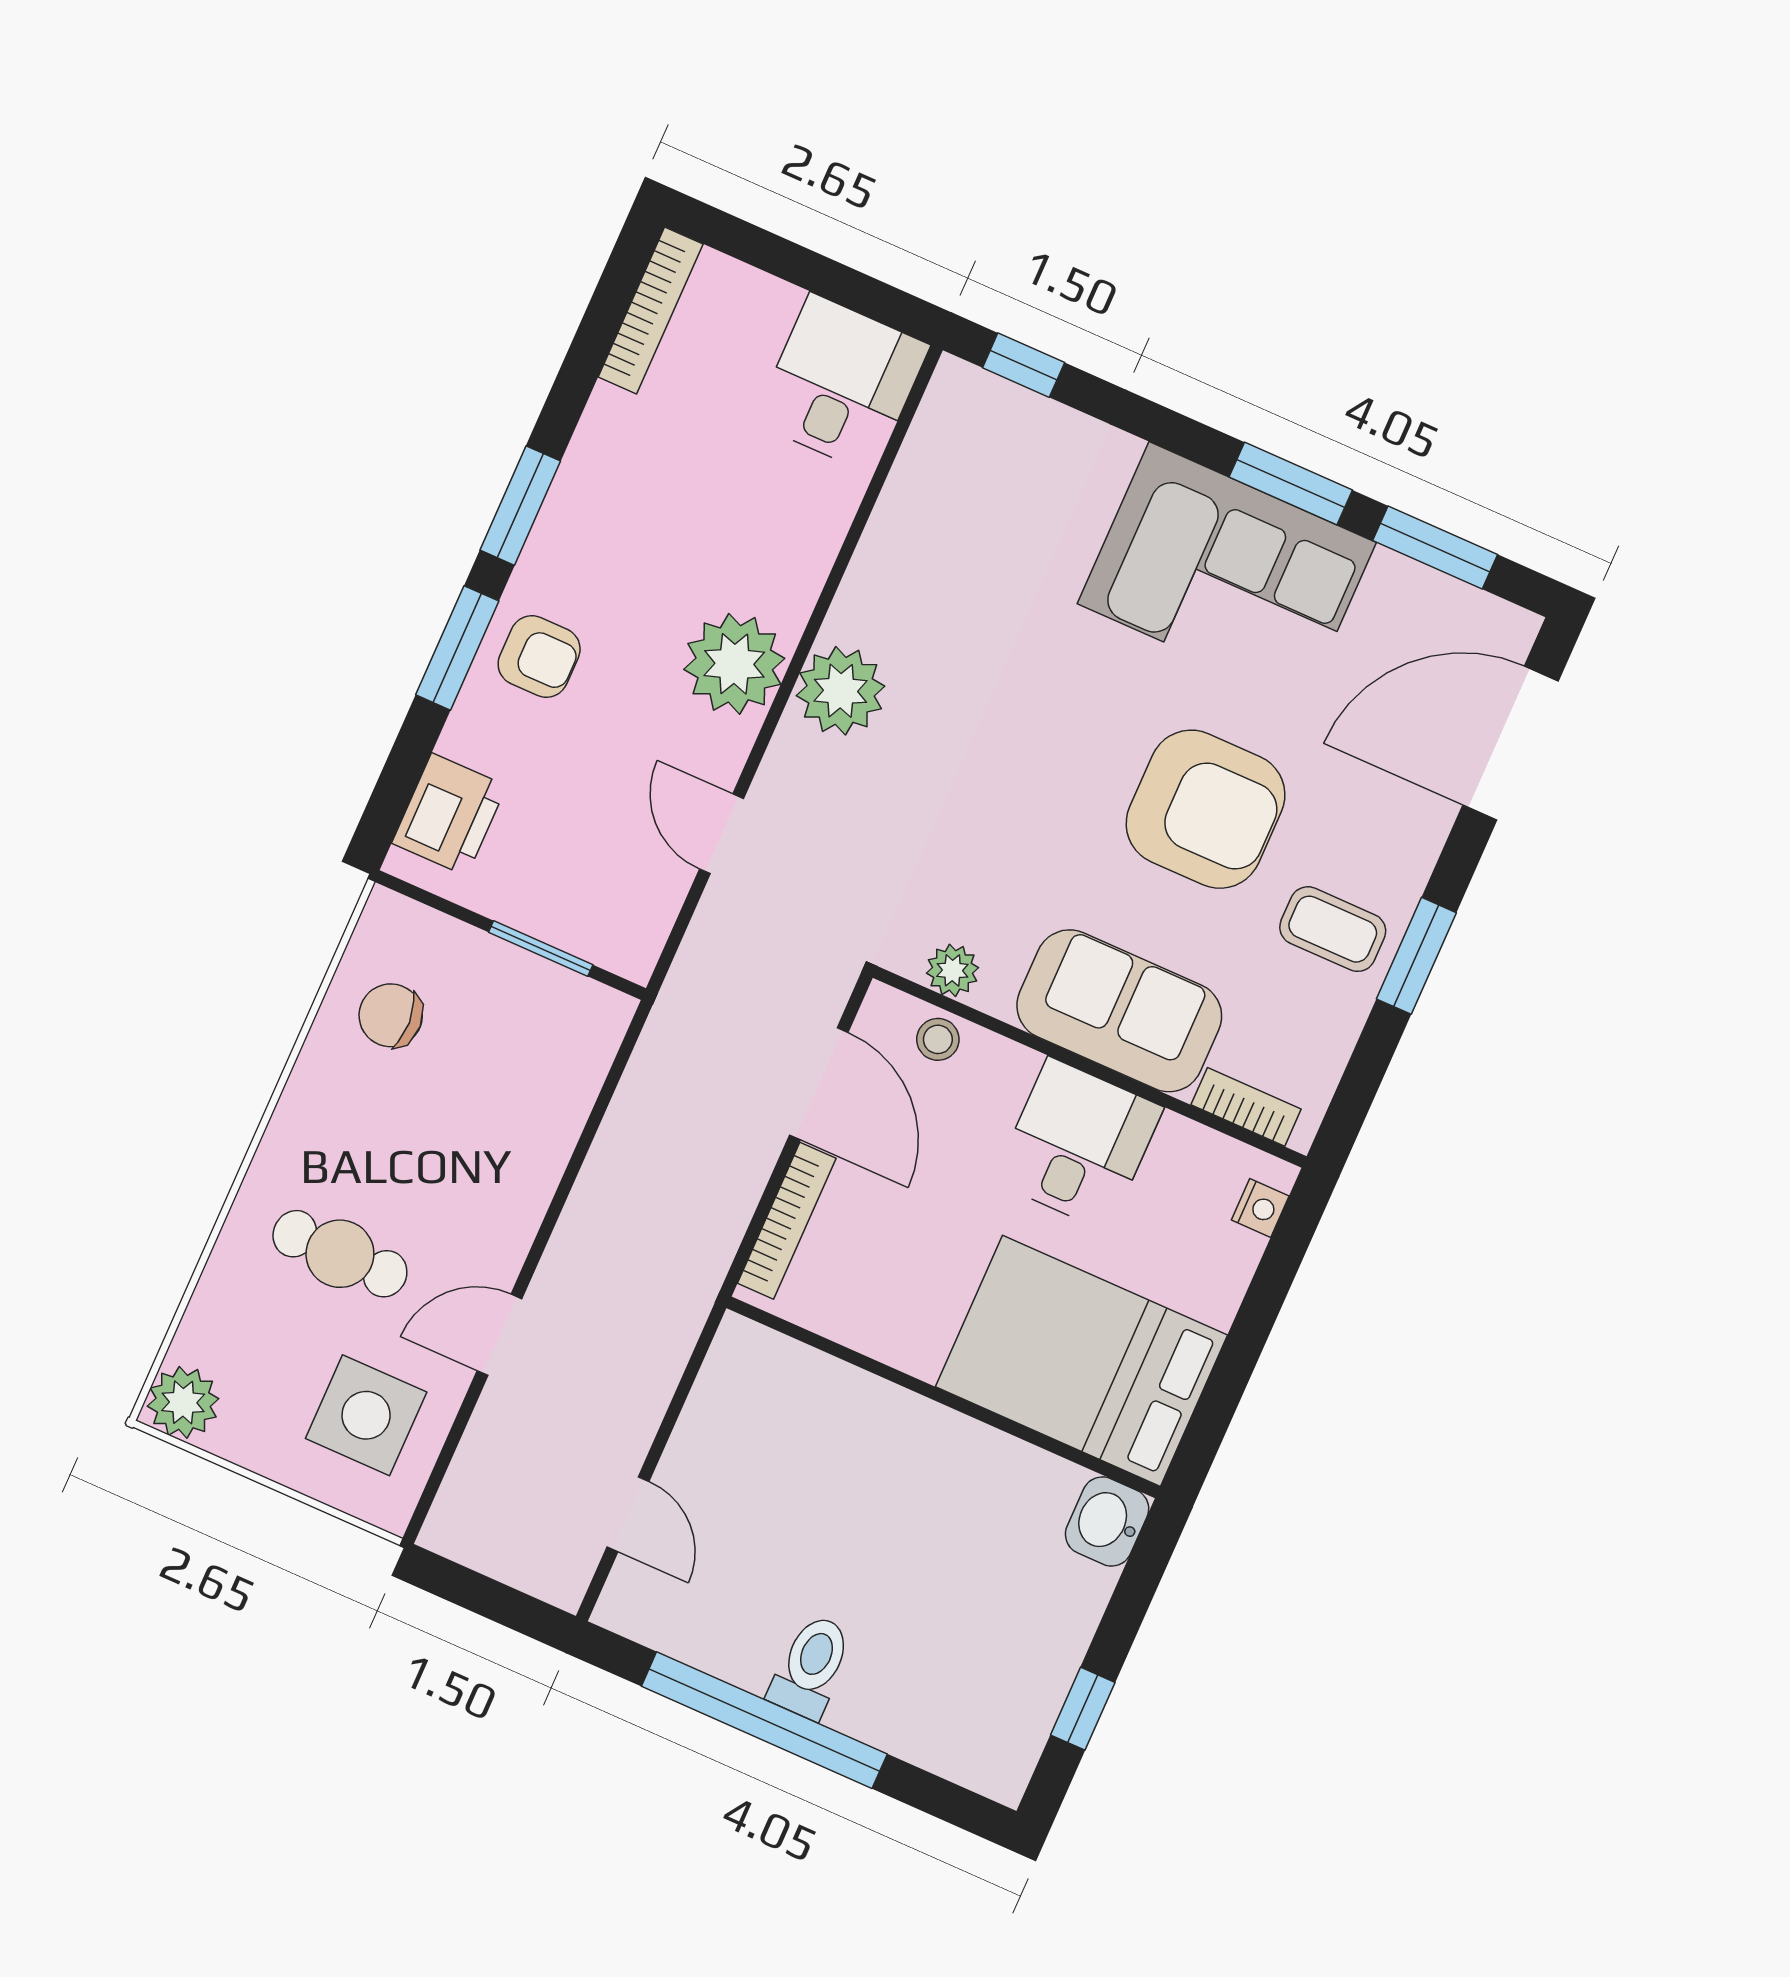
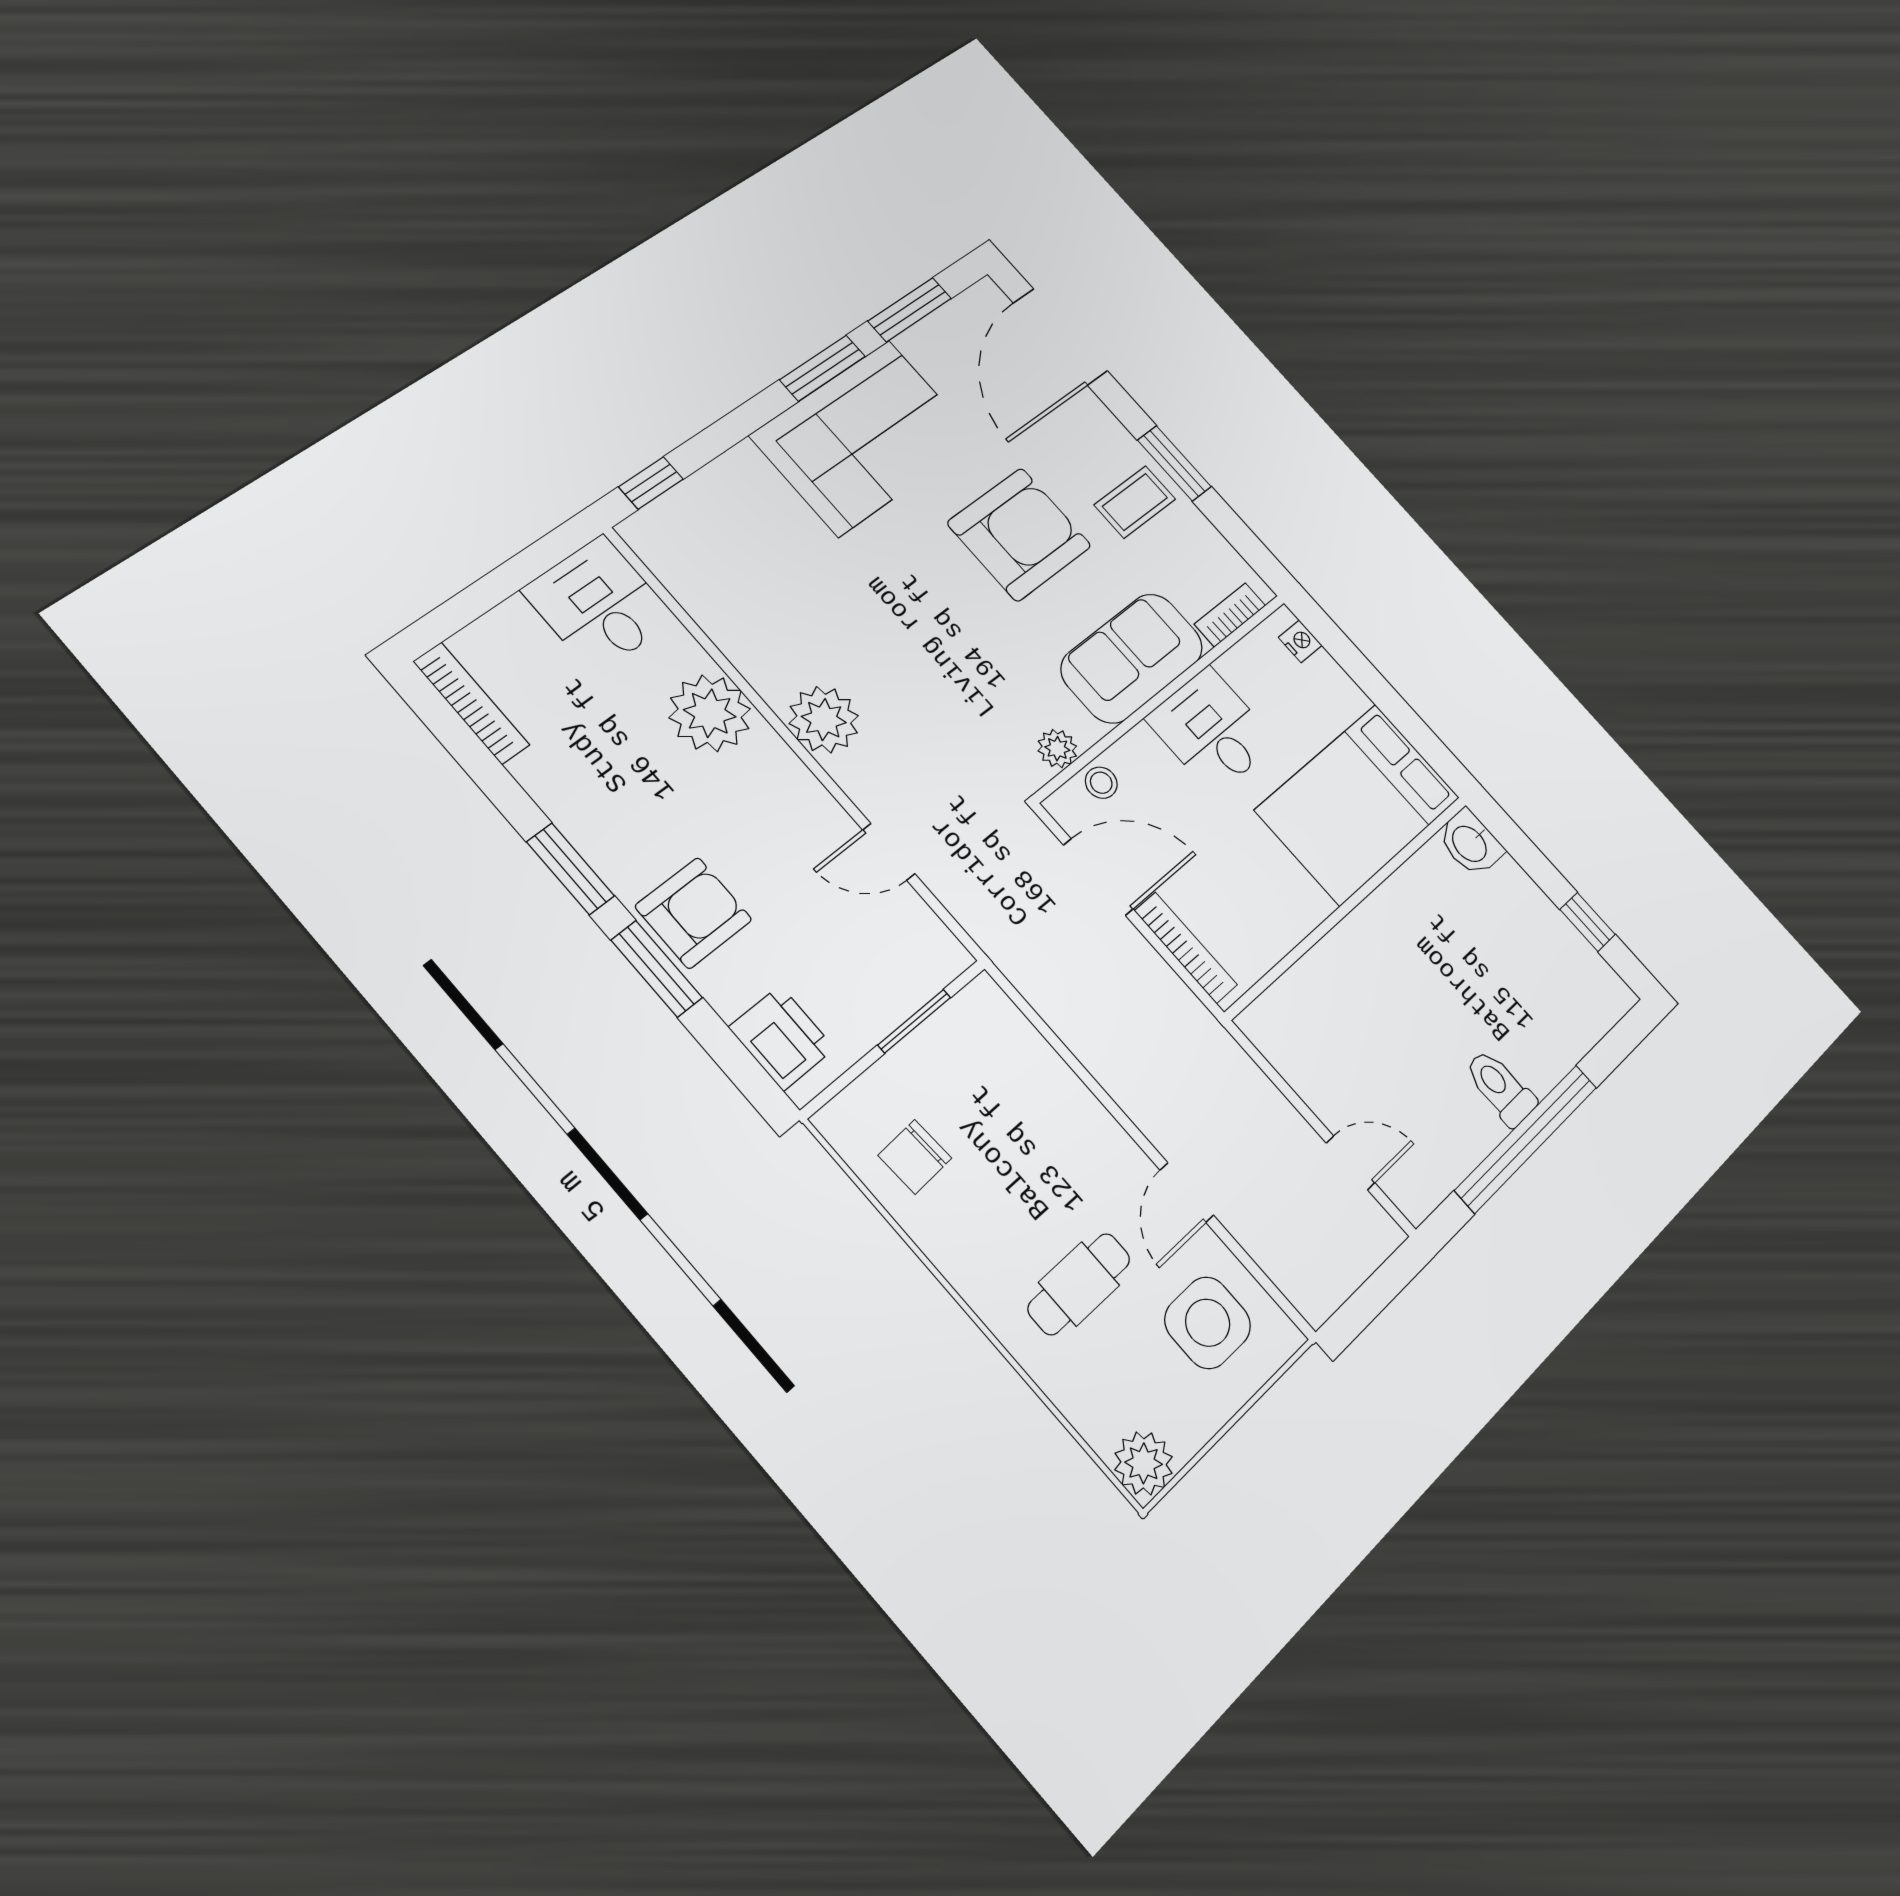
armchair: (539, 656) -> (693, 913), width x1.38, depth x1.38
plant: (734, 664) -> (710, 713), moved

